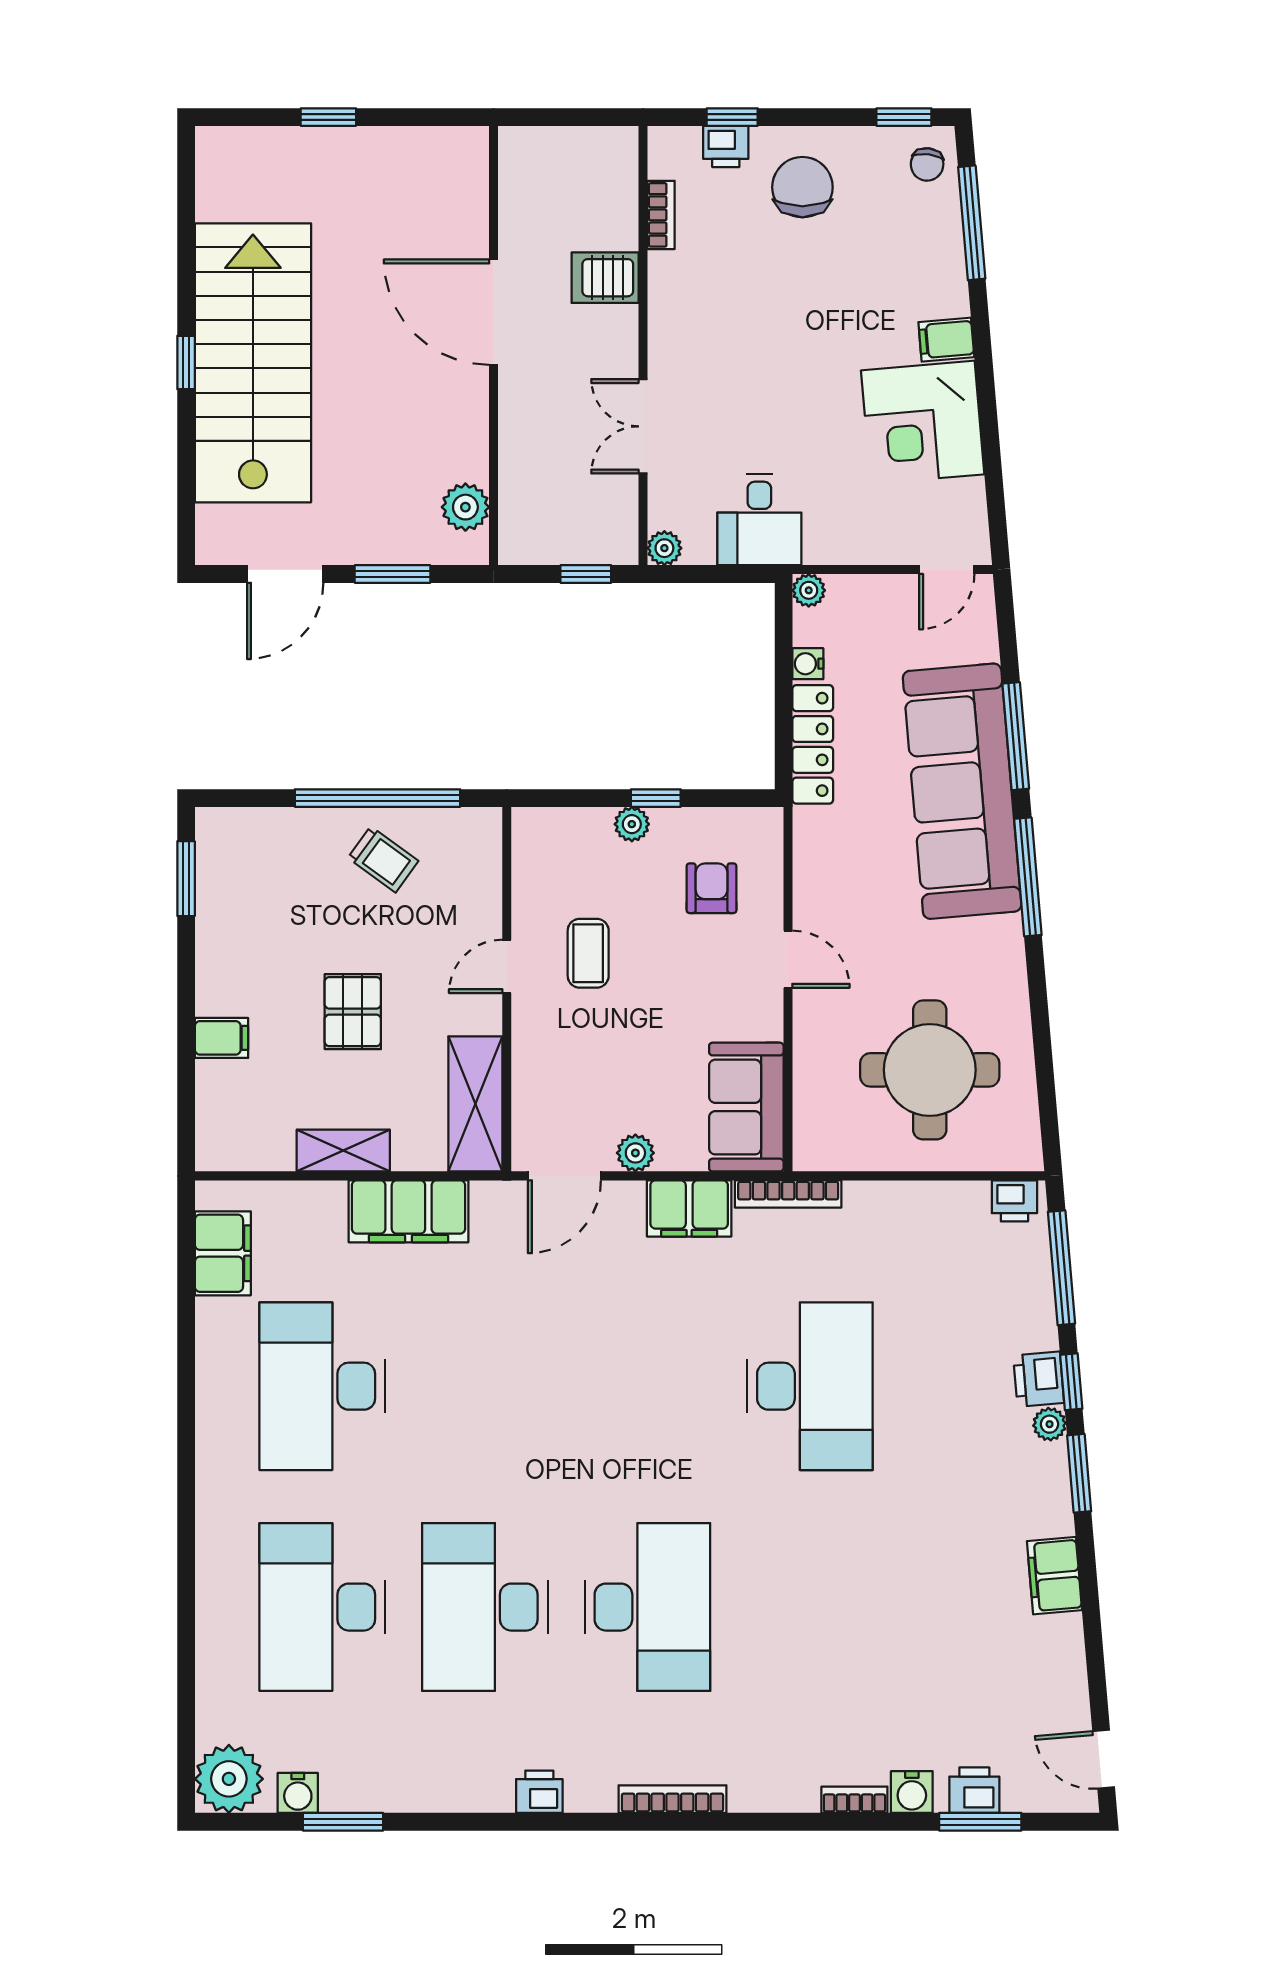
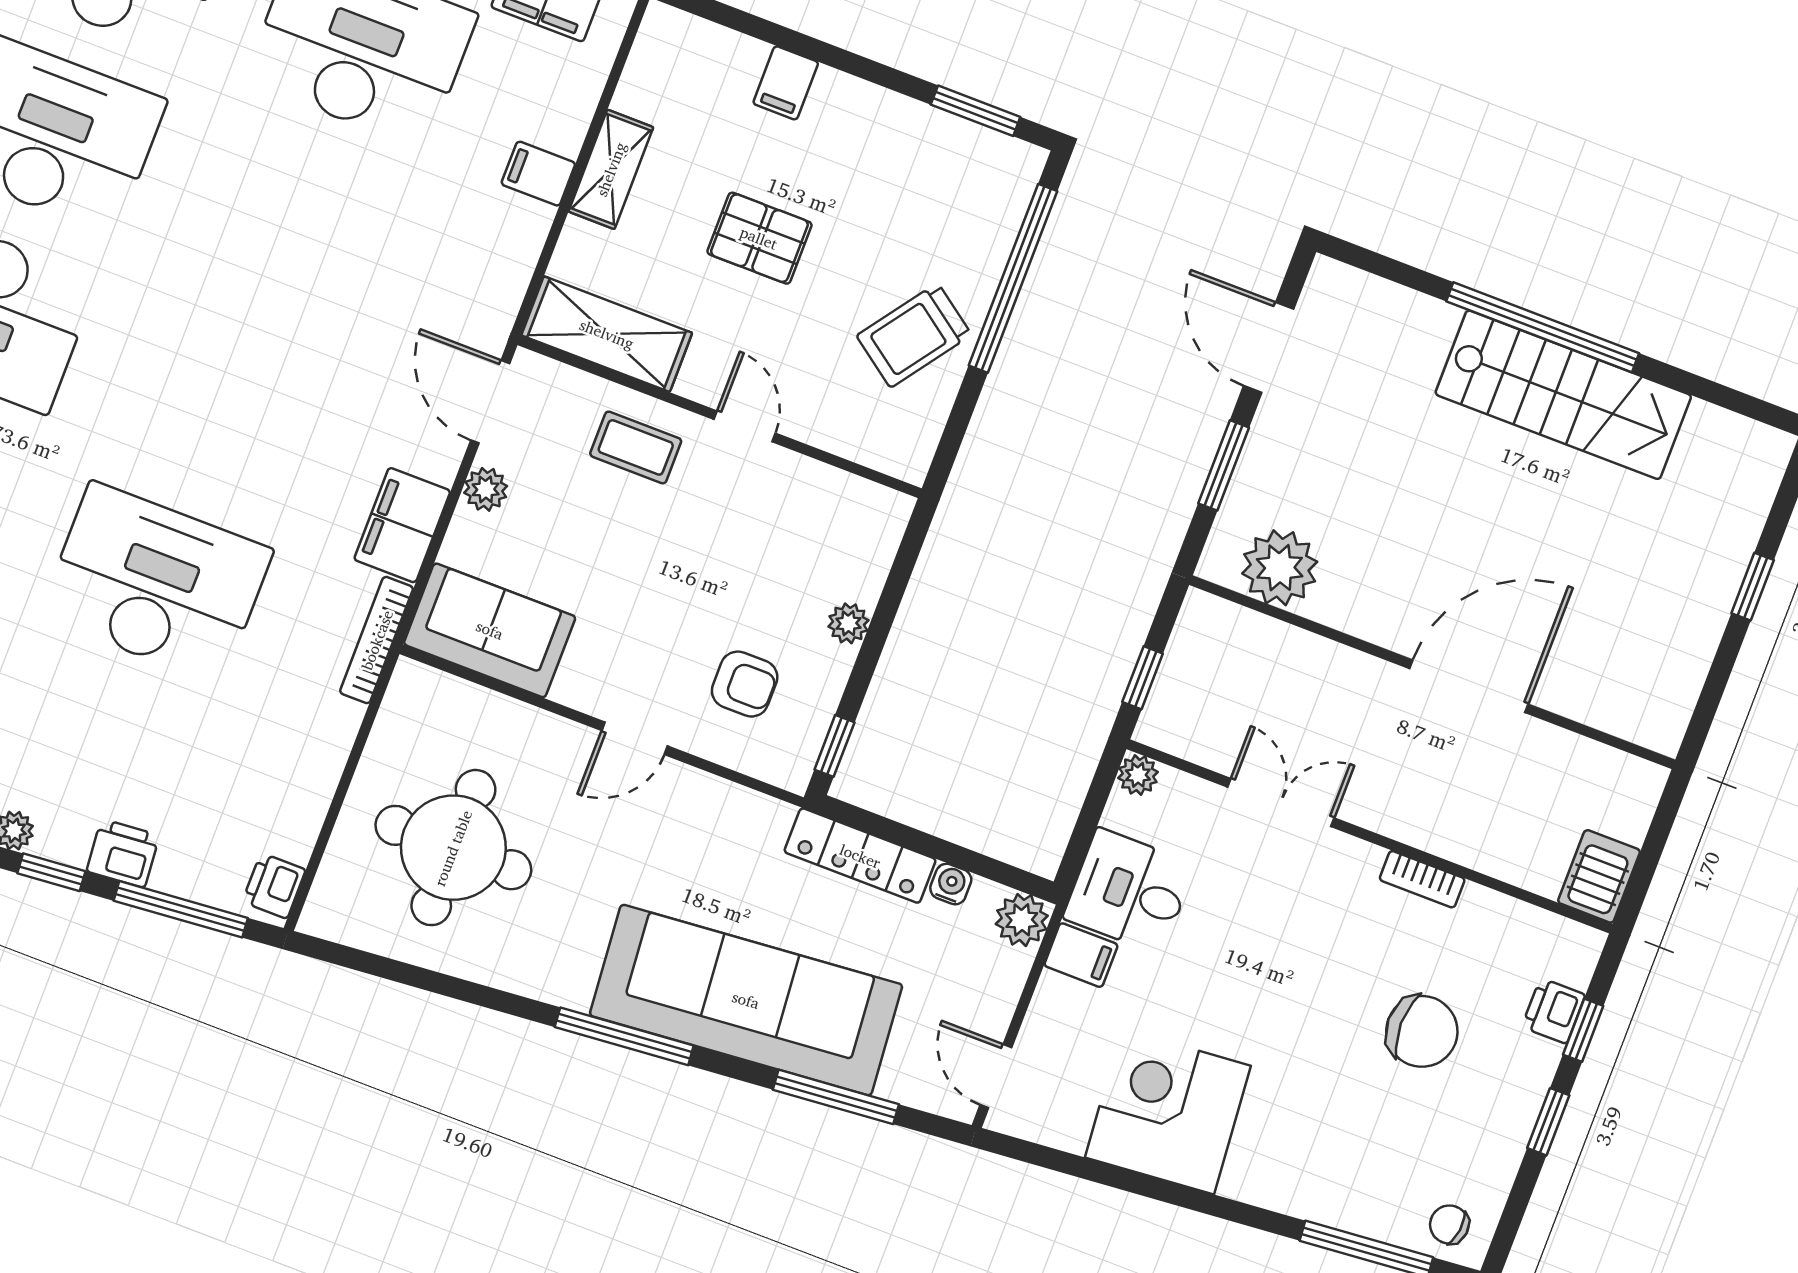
window: (904, 117) -> (1548, 1122), moved
chair: (802, 187) -> (1422, 1031), moved
bookcase: (661, 215) -> (1422, 879), moved
server rack: (605, 278) -> (1599, 876), moved
filing cabinet: (946, 340) -> (1081, 955), moved, turned 95
window: (186, 362) -> (1543, 327), width x3.17
stairs: (253, 363) -> (1563, 395), width x0.73, depth x0.66
plant: (465, 507) -> (1280, 568), width x1.36, depth x1.36
plant: (809, 590) -> (1022, 920), width x1.38, depth x1.38
window: (1016, 736) -> (836, 1097), moved
window: (378, 798) -> (1013, 278), moved
window: (656, 798) -> (834, 746), moved
trolley: (383, 859) -> (914, 335), width x1.36, depth x1.39
coffee table: (588, 953) -> (636, 447), moved
filing cabinet: (408, 1211) -> (538, 174), width x0.33, depth x0.86
printer: (1039, 1379) -> (123, 853), moved
desk: (810, 1386) -> (156, 583), turned 180

